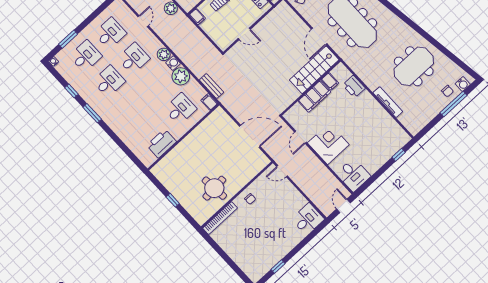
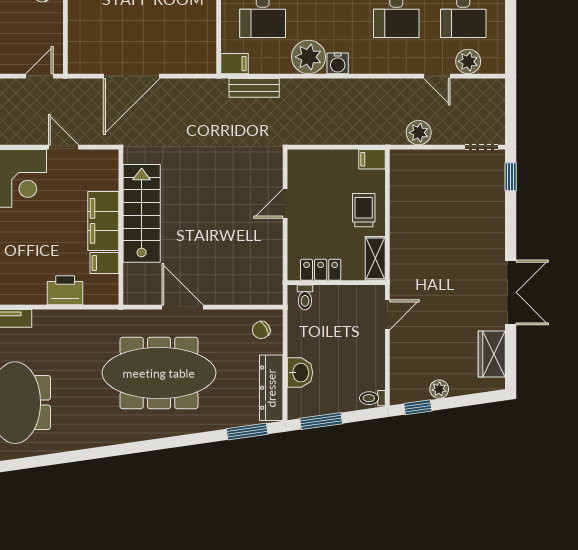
plant: (164, 54) -> (468, 61), moved
stairs: (314, 70) -> (142, 213), moved

